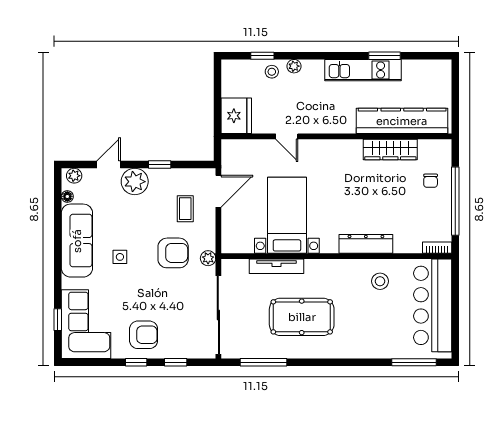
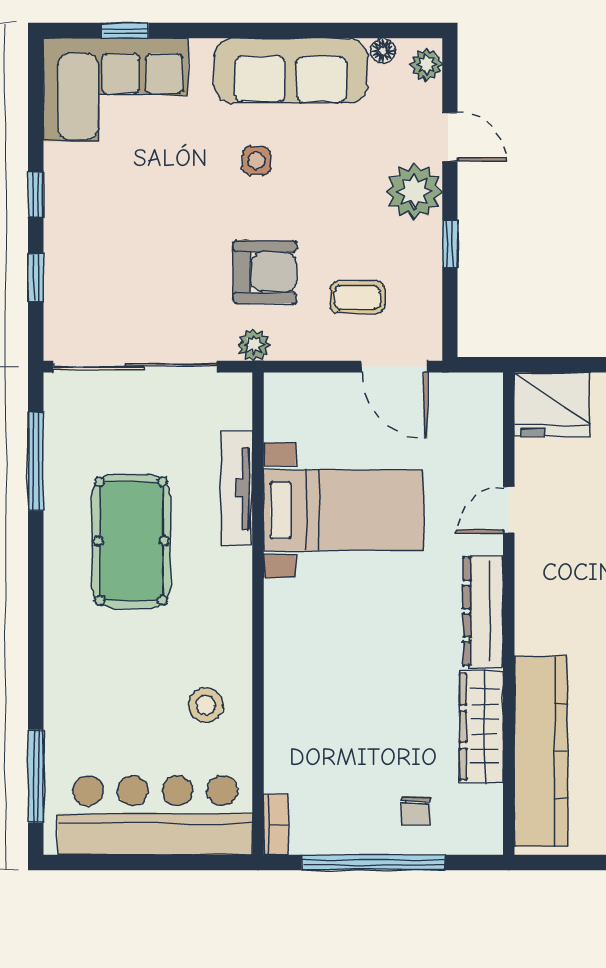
chair: (431, 181) -> (416, 811), turned -90
dresser: (366, 244) -> (483, 611), moved, turned 180
armchair: (173, 253) -> (265, 272), turned -90
armchair: (144, 335) -> (93, 210), removed

